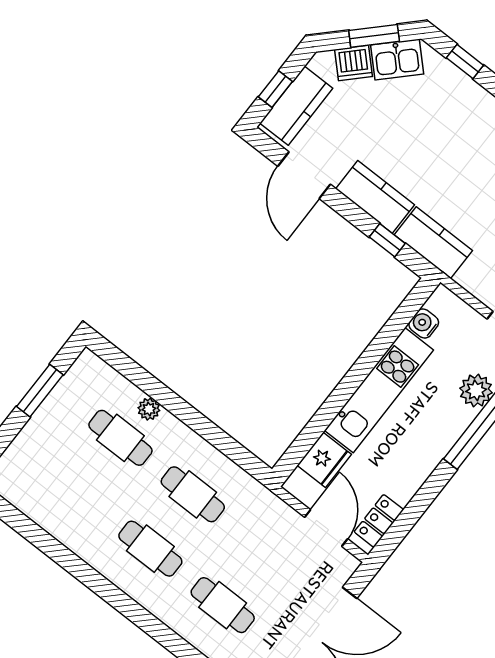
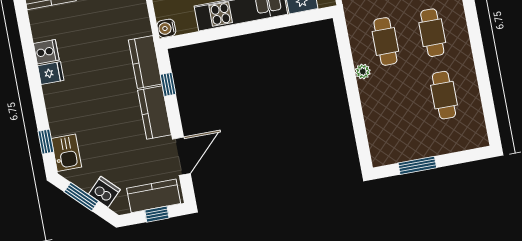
kitchen sink: (397, 59) -> (66, 153), moved, turned 45
water cooler: (424, 324) -> (166, 28), moved, turned 90
plant: (149, 409) -> (363, 72), moved
cafe table: (120, 438) -> (444, 95), moved

